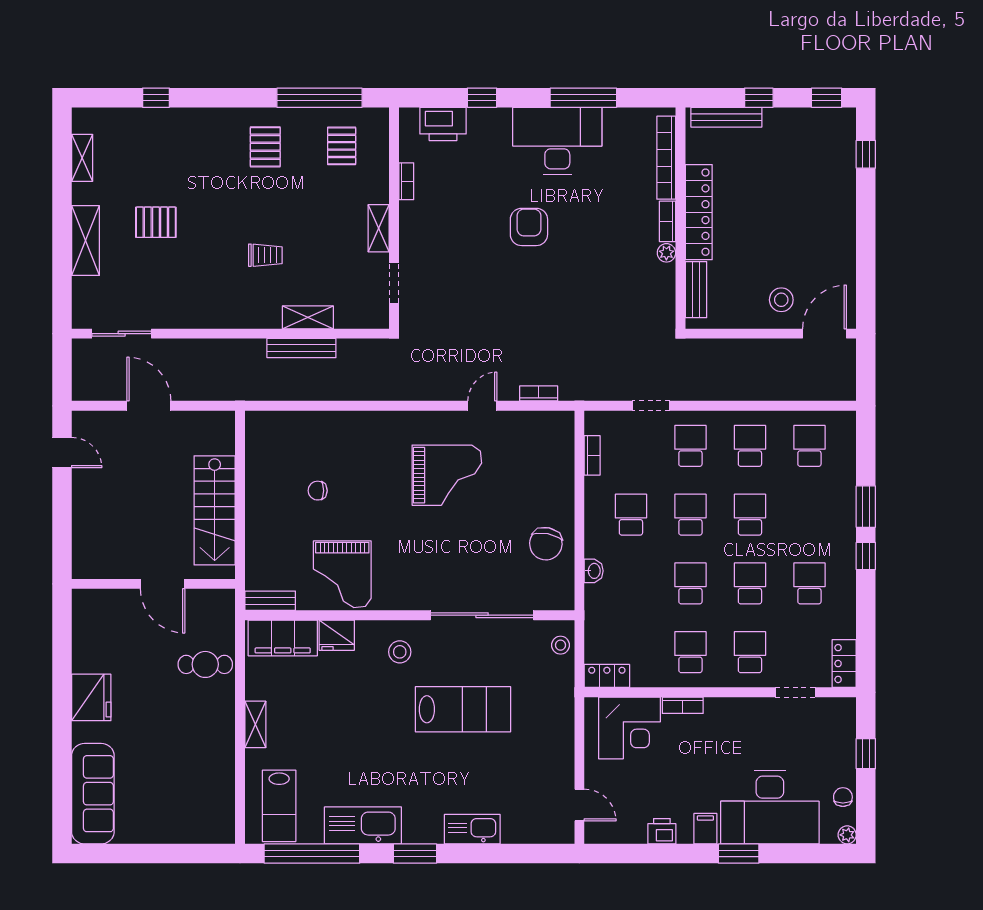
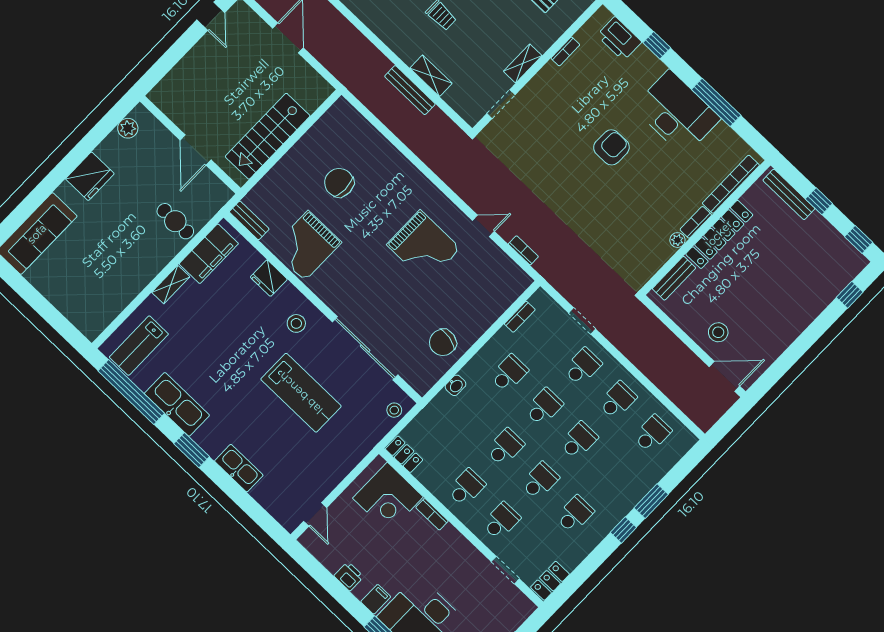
chair: (318, 491) -> (339, 183), width x1.87, depth x1.87
plant: (84, 623) -> (128, 128), added
filing cabinet: (283, 638) -> (209, 254), moved, turned -90

